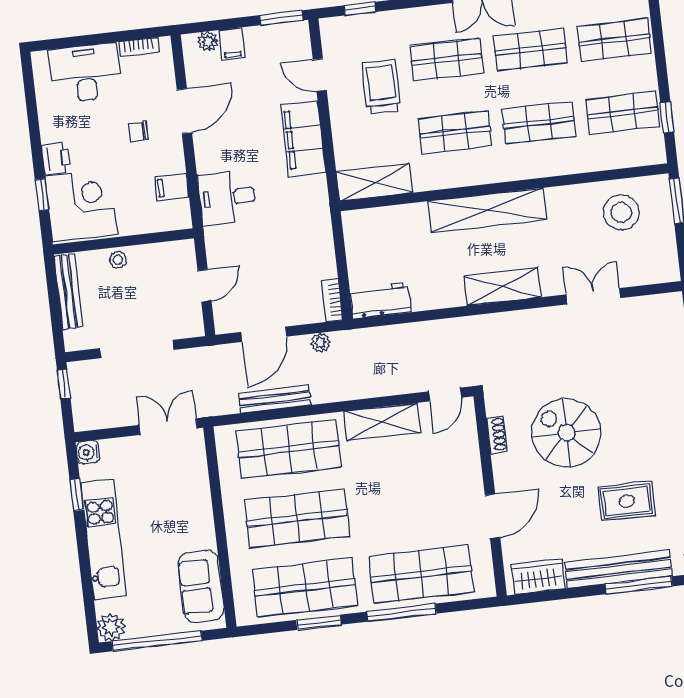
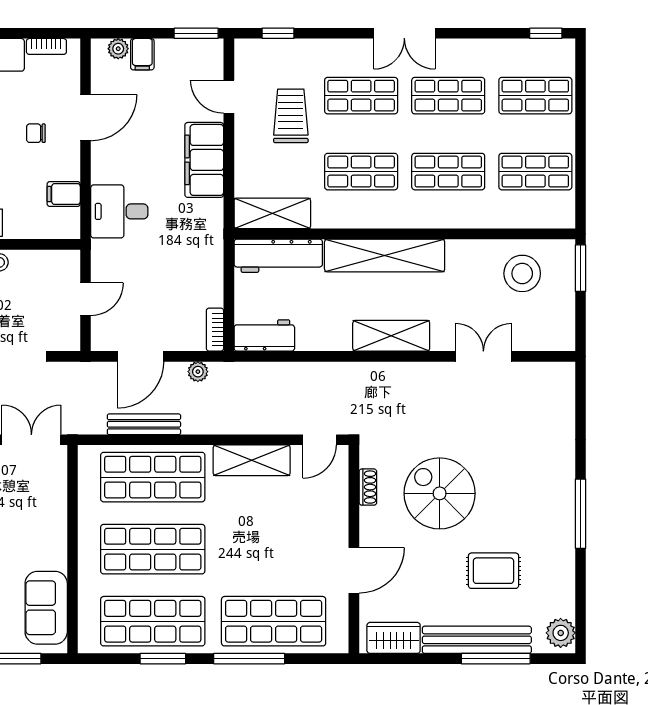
window: (667, 117) -> (581, 181), removed
workbench: (385, 222) -> (278, 256), added

